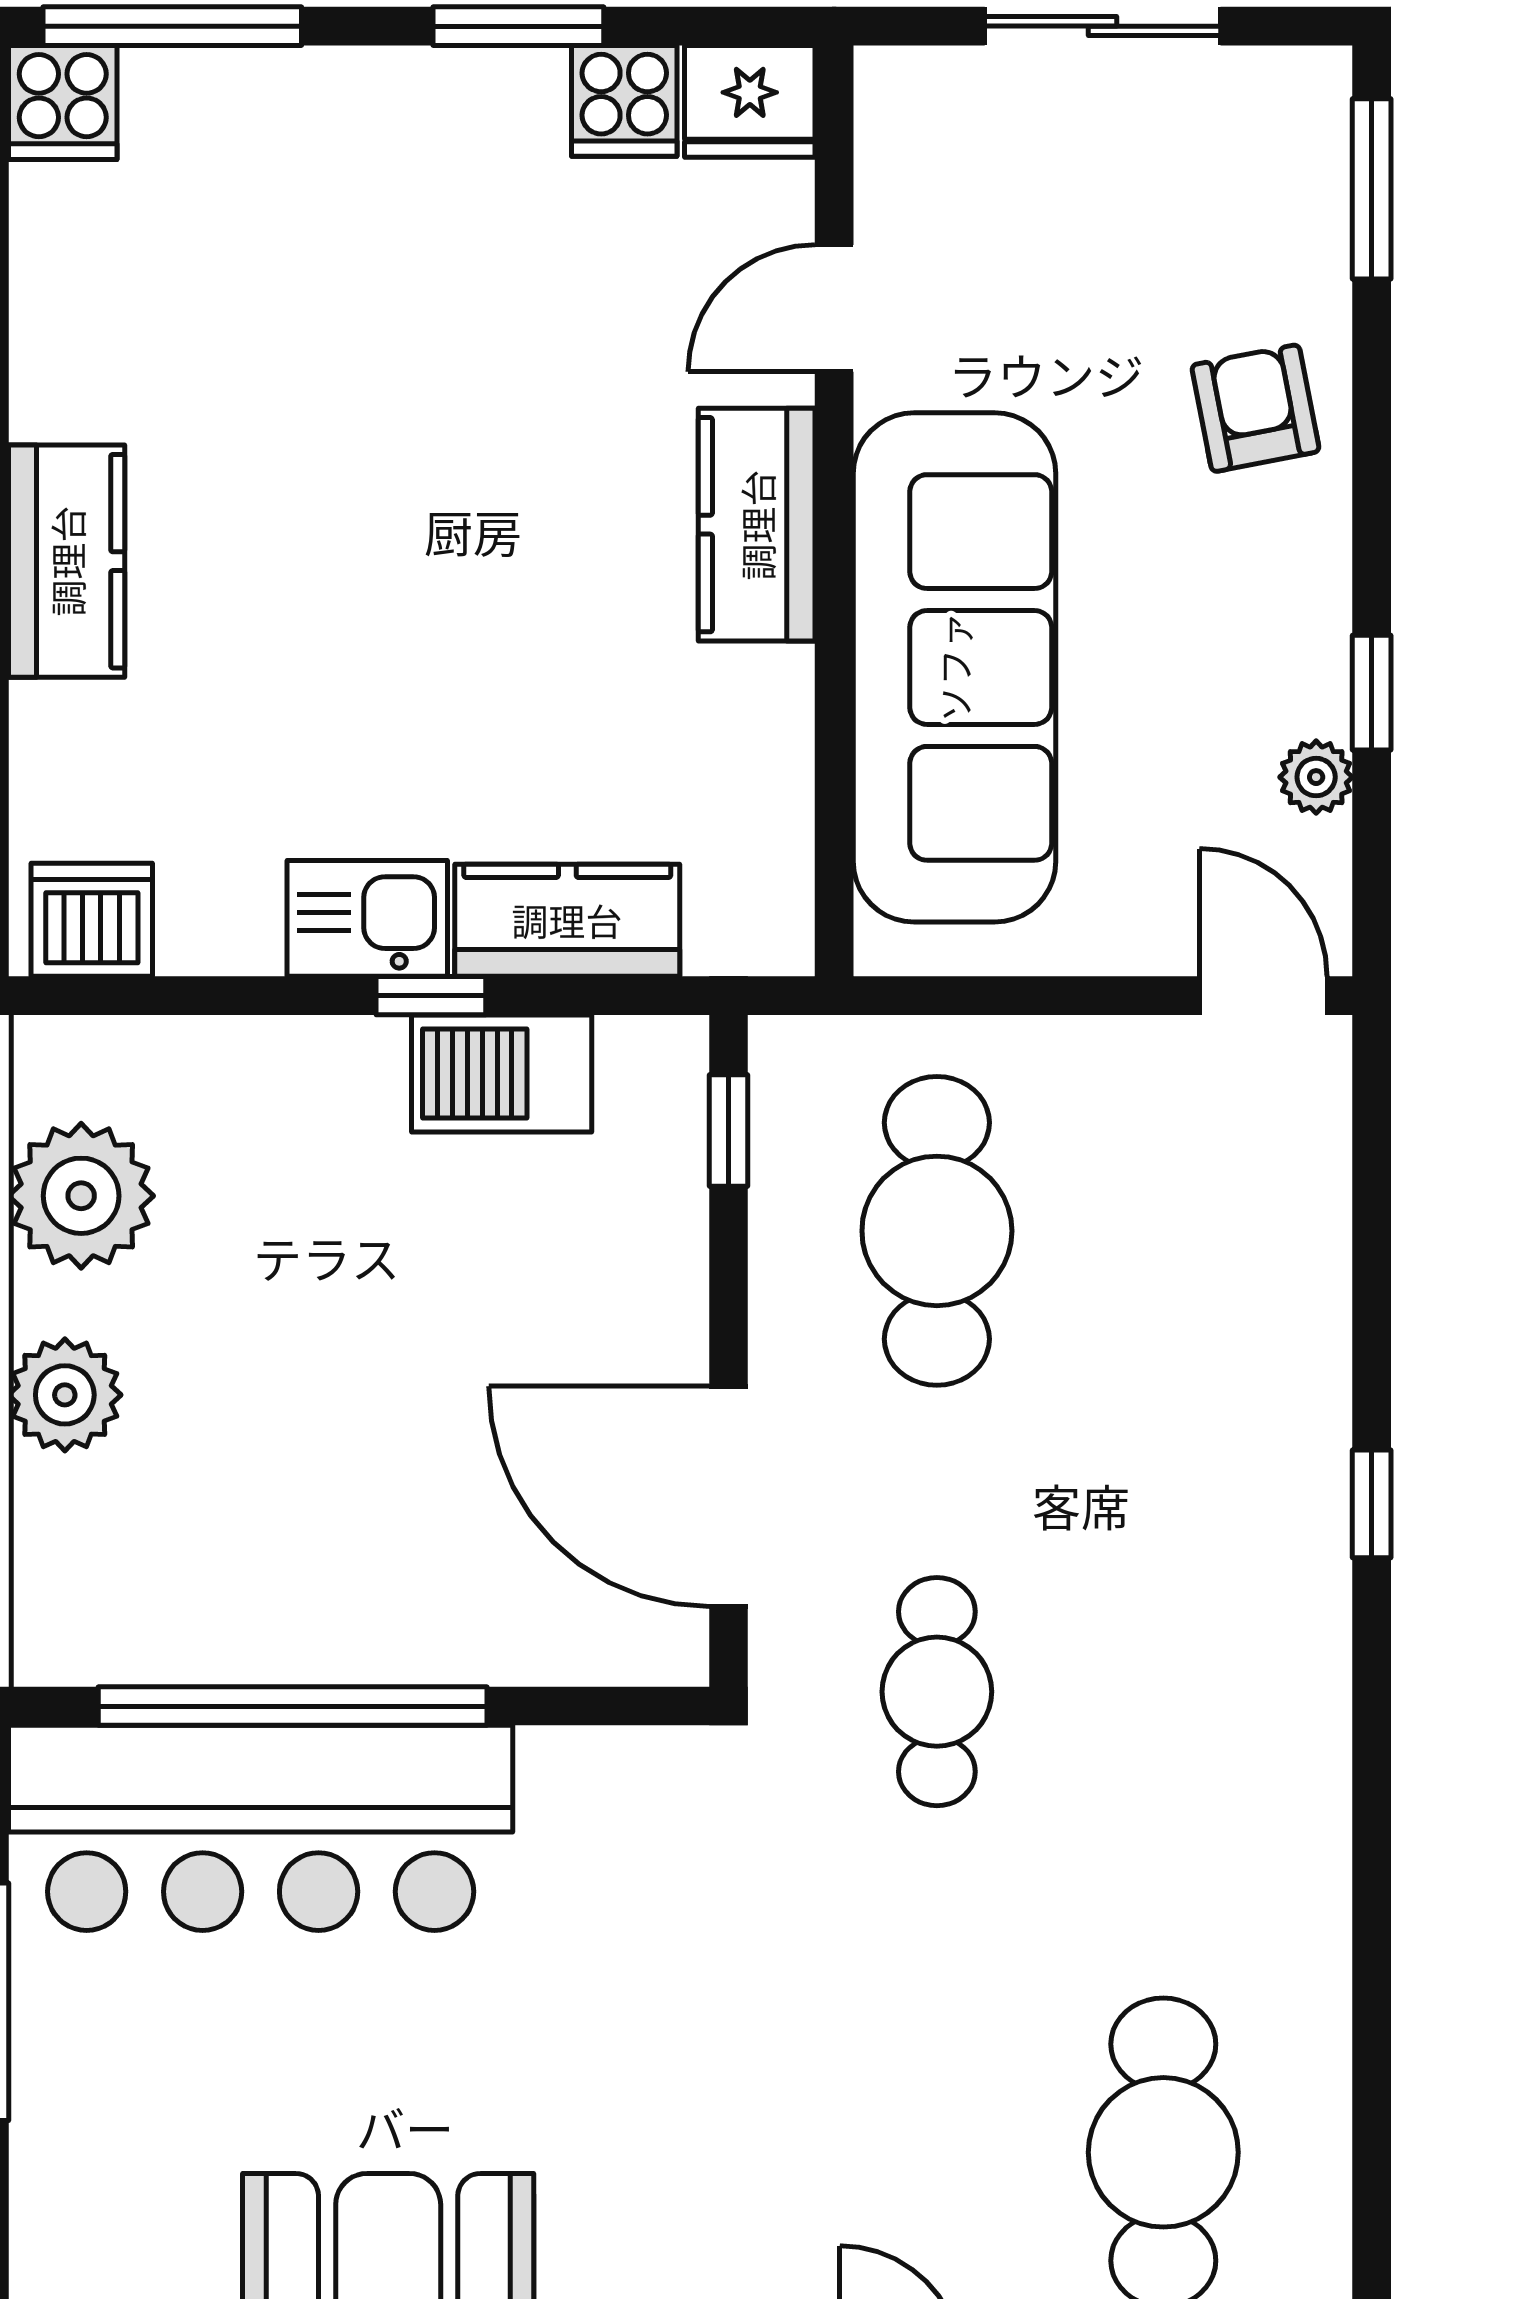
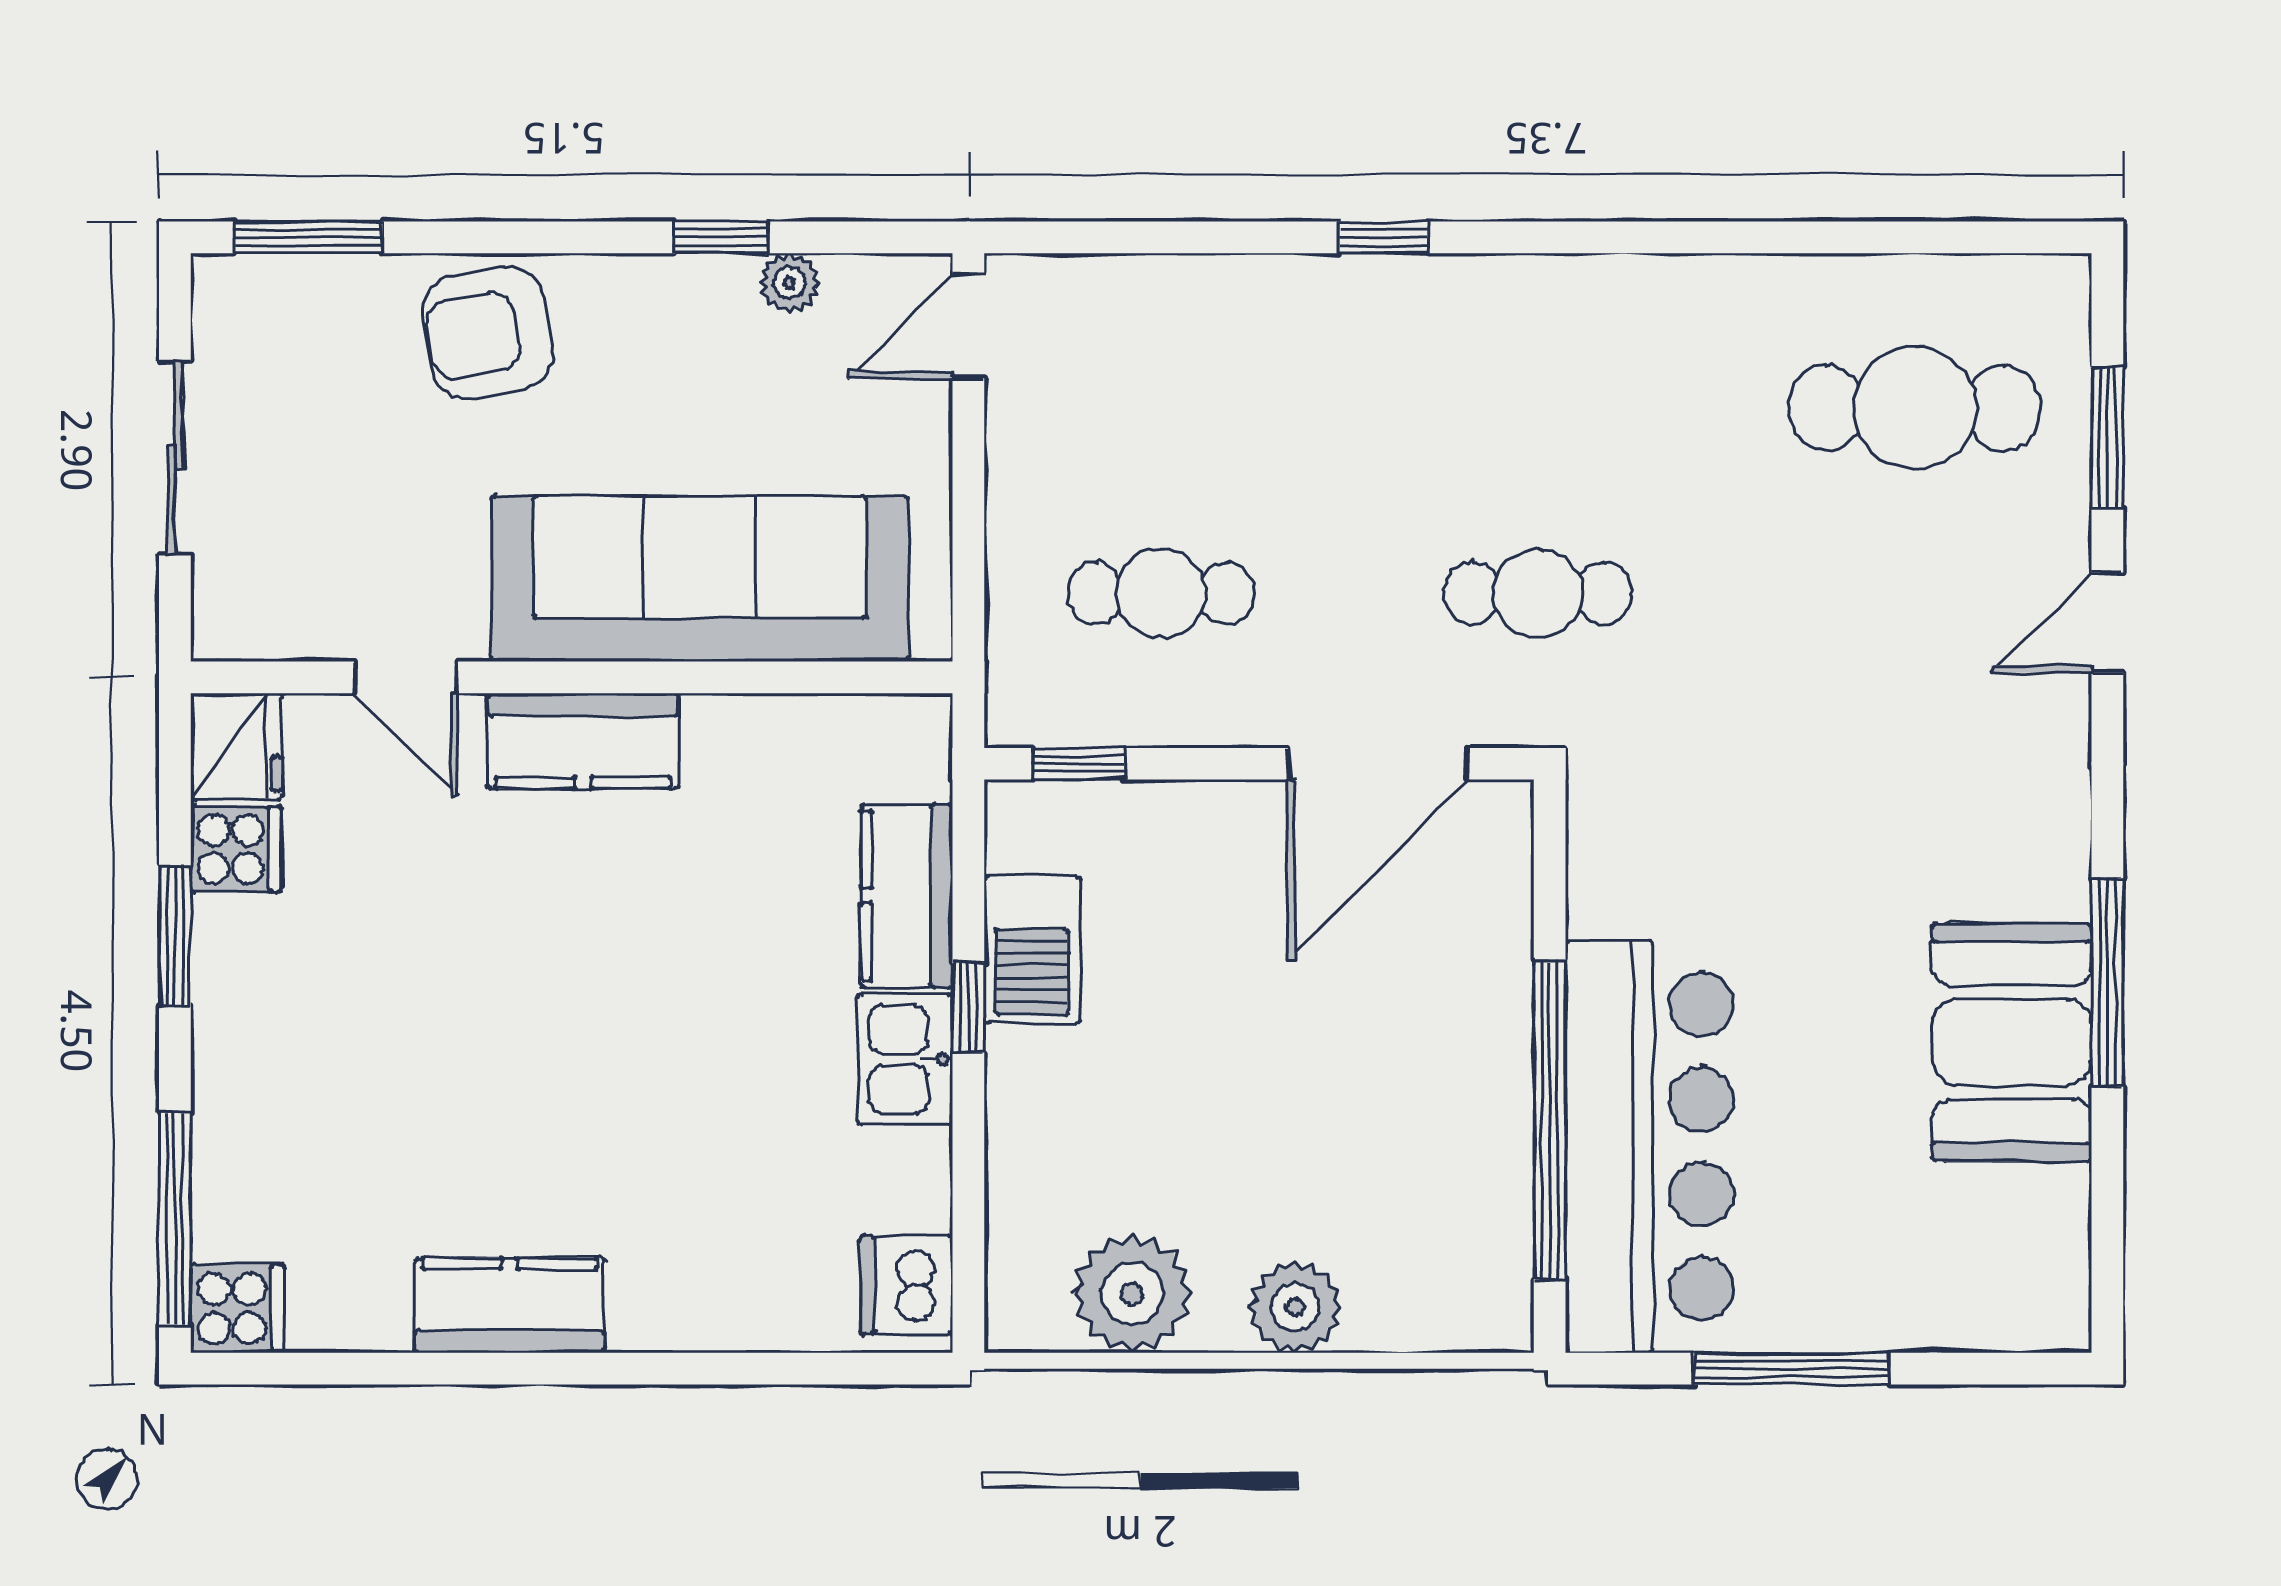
armchair: (1255, 408) -> (488, 333), width x1.38, depth x1.38
kitchen counter: (67, 561) -> (510, 1305), moved
cafe table: (937, 1231) -> (1161, 593), width x0.73, depth x0.74

